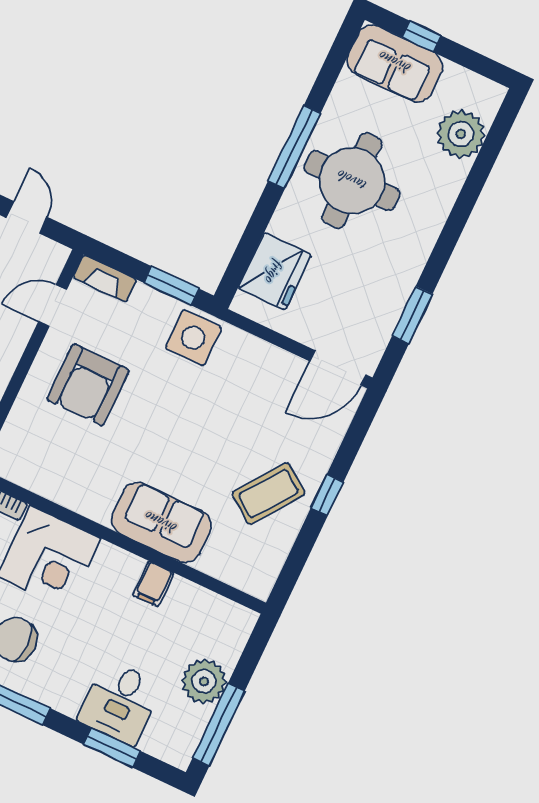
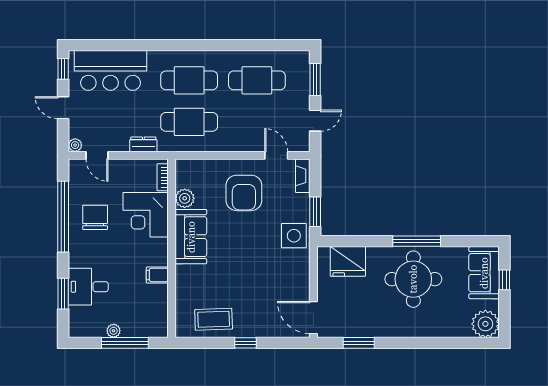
plant: (461, 134) -> (485, 324), moved
armchair: (88, 385) -> (244, 193), turned -90
plant: (52, 483) -> (185, 198), added
coffee table: (269, 494) -> (214, 319), moved, turned -38
sofa: (161, 523) -> (191, 237), moved
plant: (204, 681) -> (114, 331), width x0.53, depth x0.53
window: (219, 724) -> (125, 343), moved

